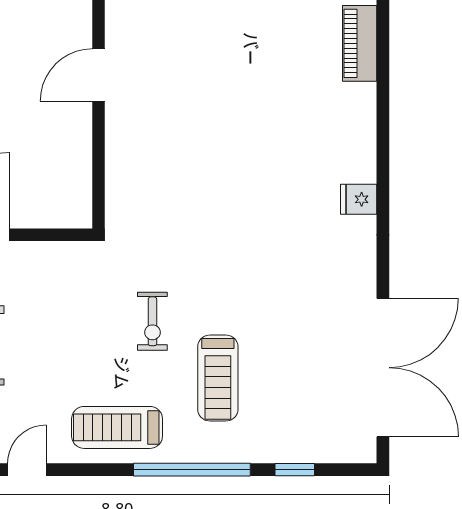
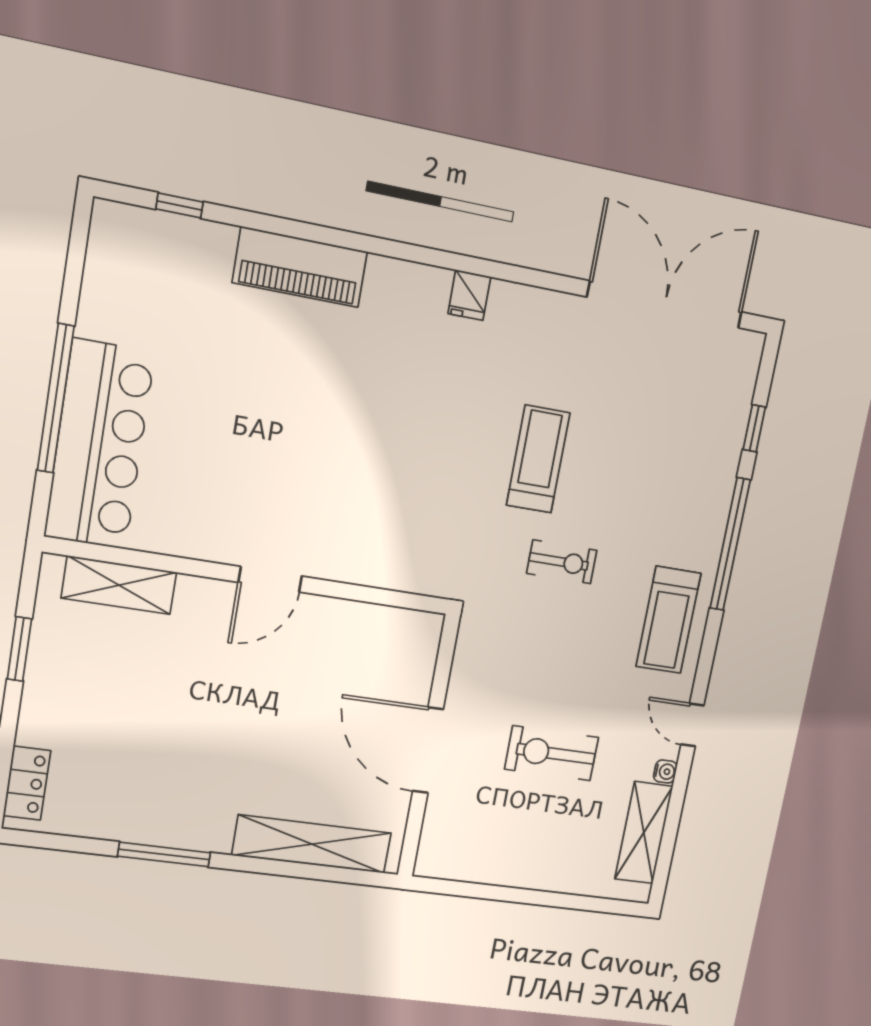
piano: (360, 43) -> (300, 267), width x1.37, depth x1.33
door: (98, 75) -> (270, 579), hinge flipped
treadmill: (218, 378) -> (538, 459), moved, turned -90

